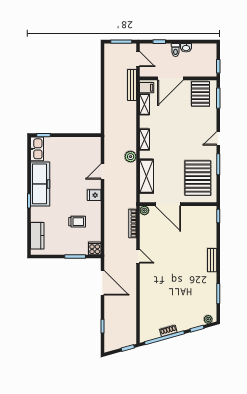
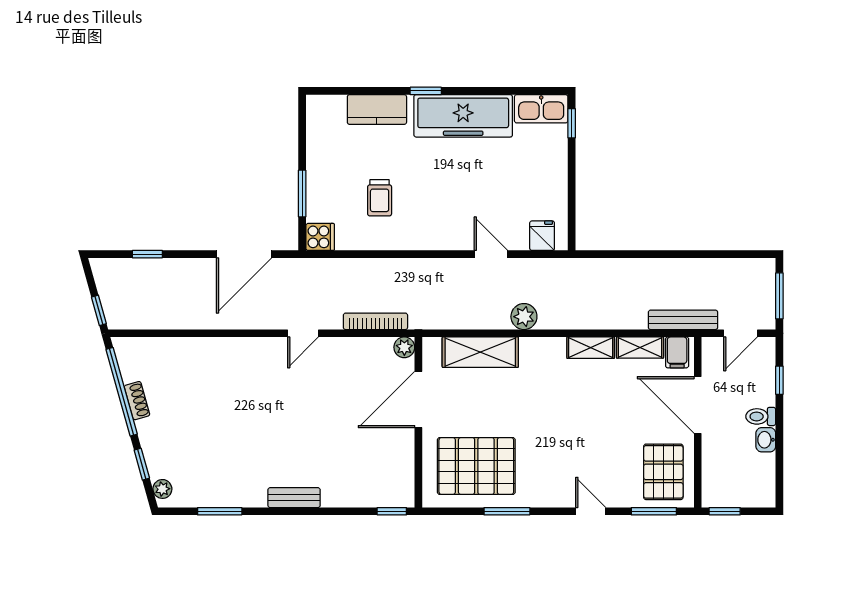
pallet: (200, 94) -> (663, 472), turned 90
door: (218, 138) -> (591, 511), moved
shelving: (145, 140) -> (591, 348), moved
fridge: (94, 195) -> (542, 236), moved
kitchen counter: (37, 236) -> (377, 109), moved

